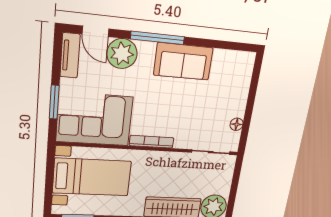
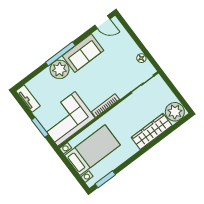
door: (95, 31) -> (102, 22), moved
plant: (122, 54) -> (59, 69), moved

